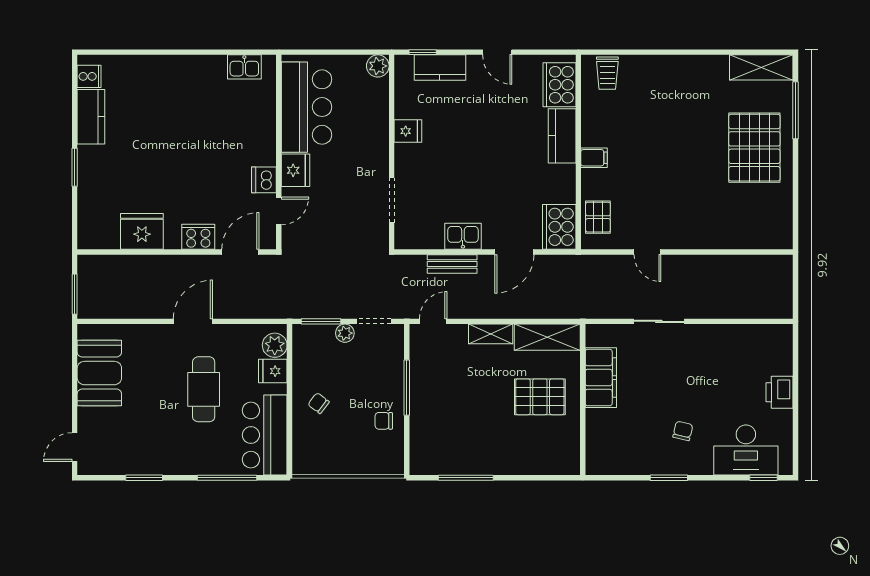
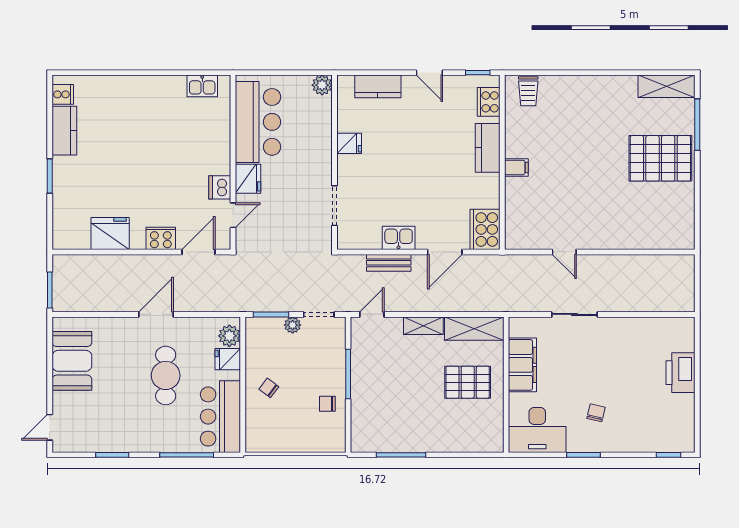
window: (423, 52) -> (478, 73), moved
cooker: (559, 85) -> (489, 102), width x0.73, depth x0.76
pallet: (754, 148) -> (660, 158), turned 90
pallet: (598, 217) -> (520, 221), removed
printer: (779, 392) -> (681, 373), width x1.37, depth x1.19
desk: (746, 450) -> (537, 430), moved

